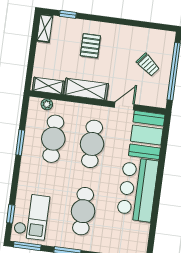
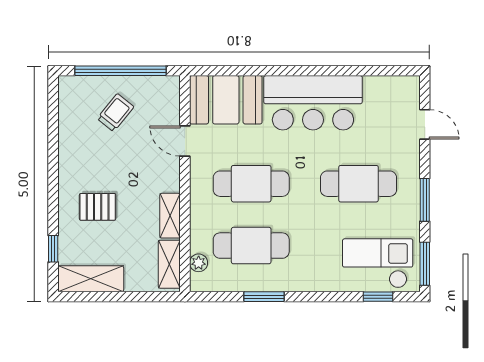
shelving: (45, 28) -> (91, 279), width x1.50, depth x1.33
shelving: (86, 89) -> (170, 216), width x0.67, depth x0.75

